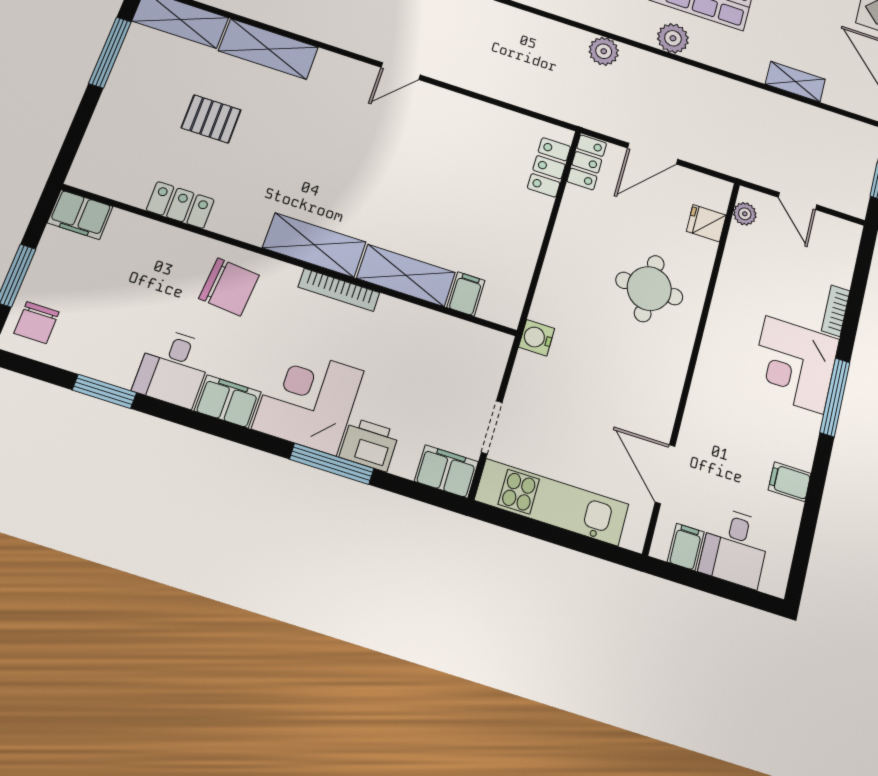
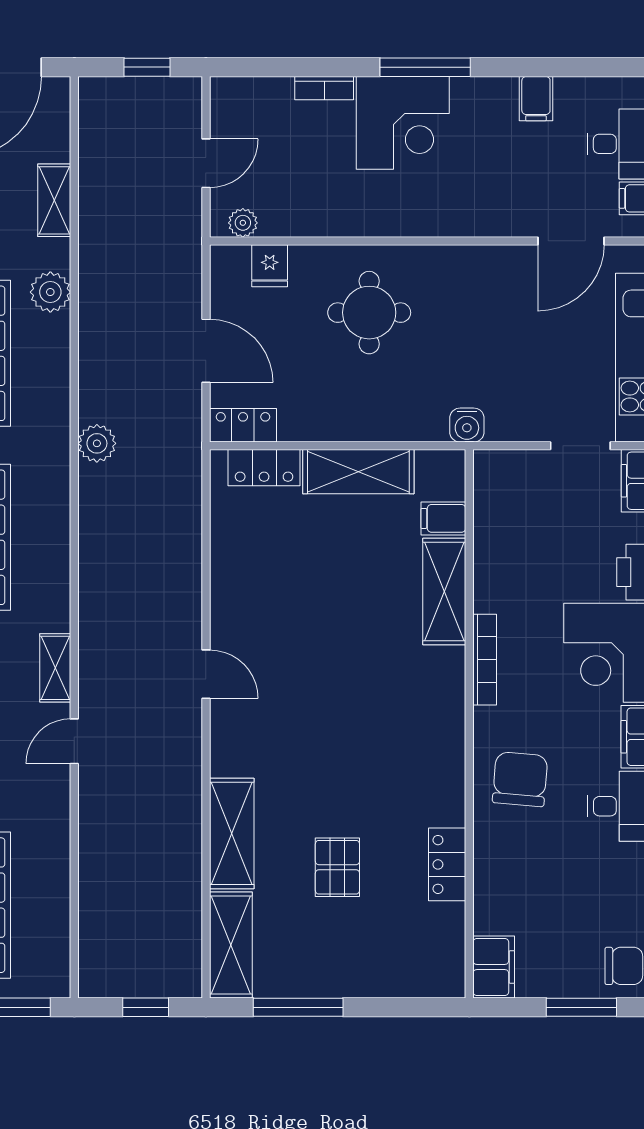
plant: (673, 38) -> (50, 292), moved
shelving: (314, 245) -> (358, 472), moved, turned 90

